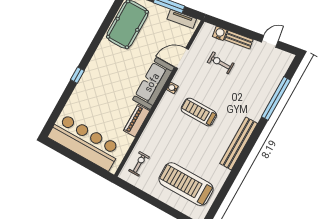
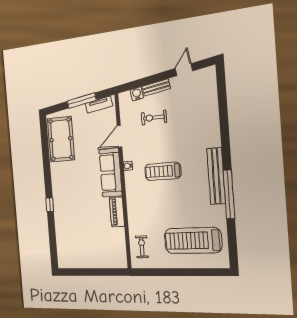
window: (276, 98) -> (229, 194), moved
bar counter: (85, 142) -> (88, 255), removed

